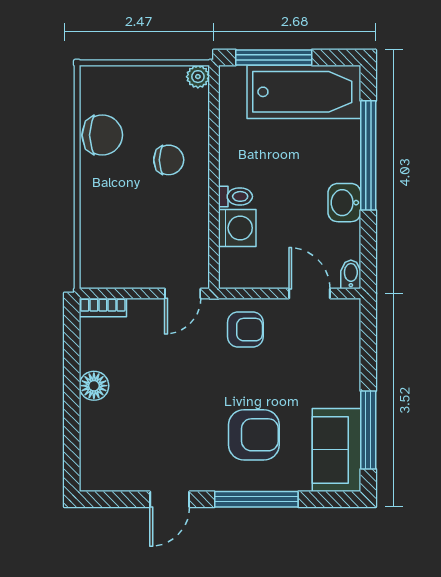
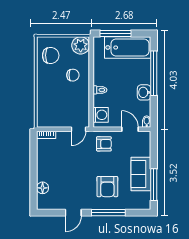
plant: (198, 77) -> (81, 45), width x1.88, depth x1.88
chair: (102, 135) -> (51, 55), moved
washing machine: (237, 228) -> (101, 115), moved
floor lamp: (94, 386) -> (43, 188), moved
armchair: (254, 435) -> (107, 187), turned 90
sofa: (337, 450) -> (141, 174), moved

